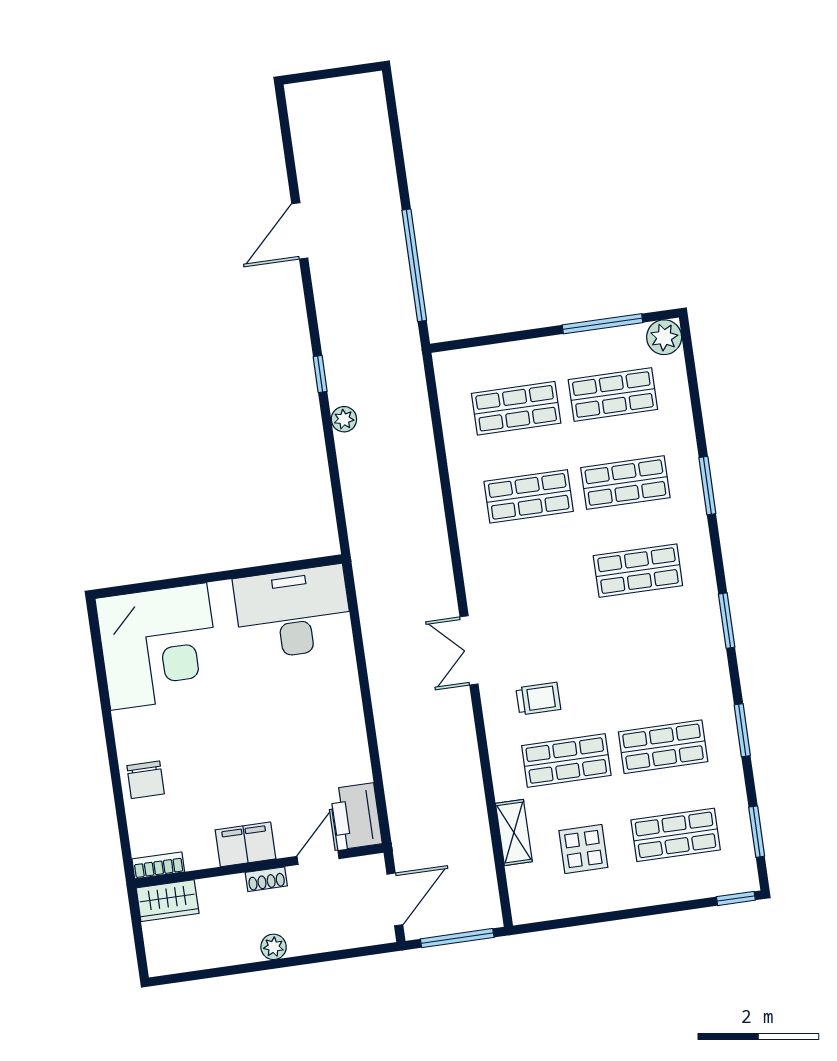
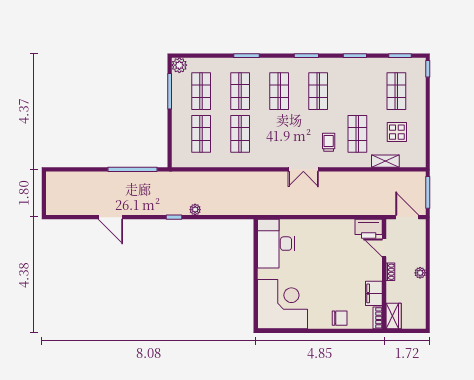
shop shelf: (663, 747) -> (318, 91), moved
filing cabinet: (245, 844) -> (374, 293), moved

